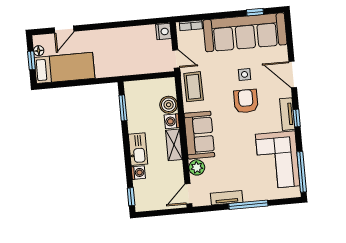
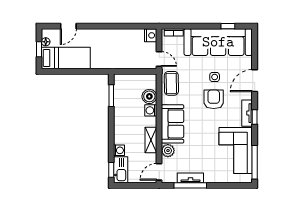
door: (293, 74) -> (255, 81), hinge flipped
shelving: (174, 145) -> (151, 140), moved
kitchen sink: (138, 149) -> (121, 170), moved
window: (248, 205) -> (190, 185), moved

